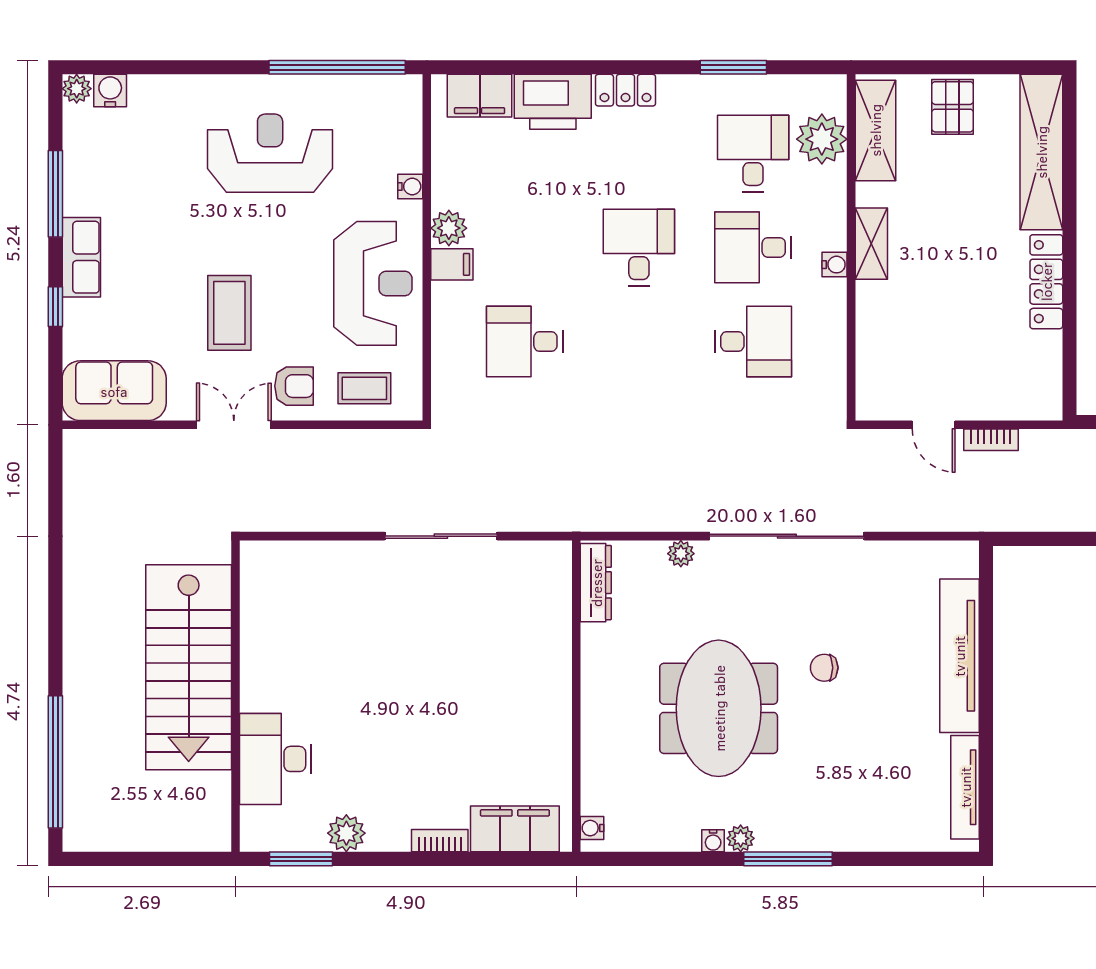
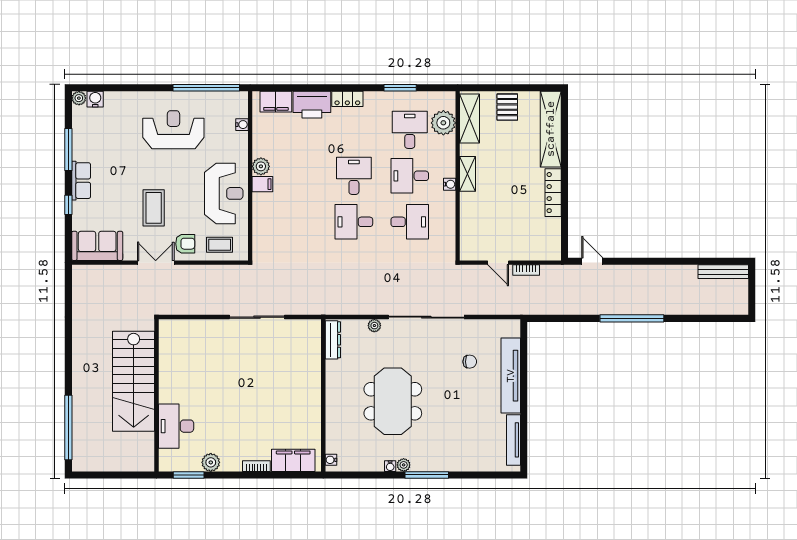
water cooler: (410, 186) -> (242, 125), moved
desk: (525, 341) -> (354, 222), moved
chair: (824, 668) -> (470, 362), moved, turned 180

